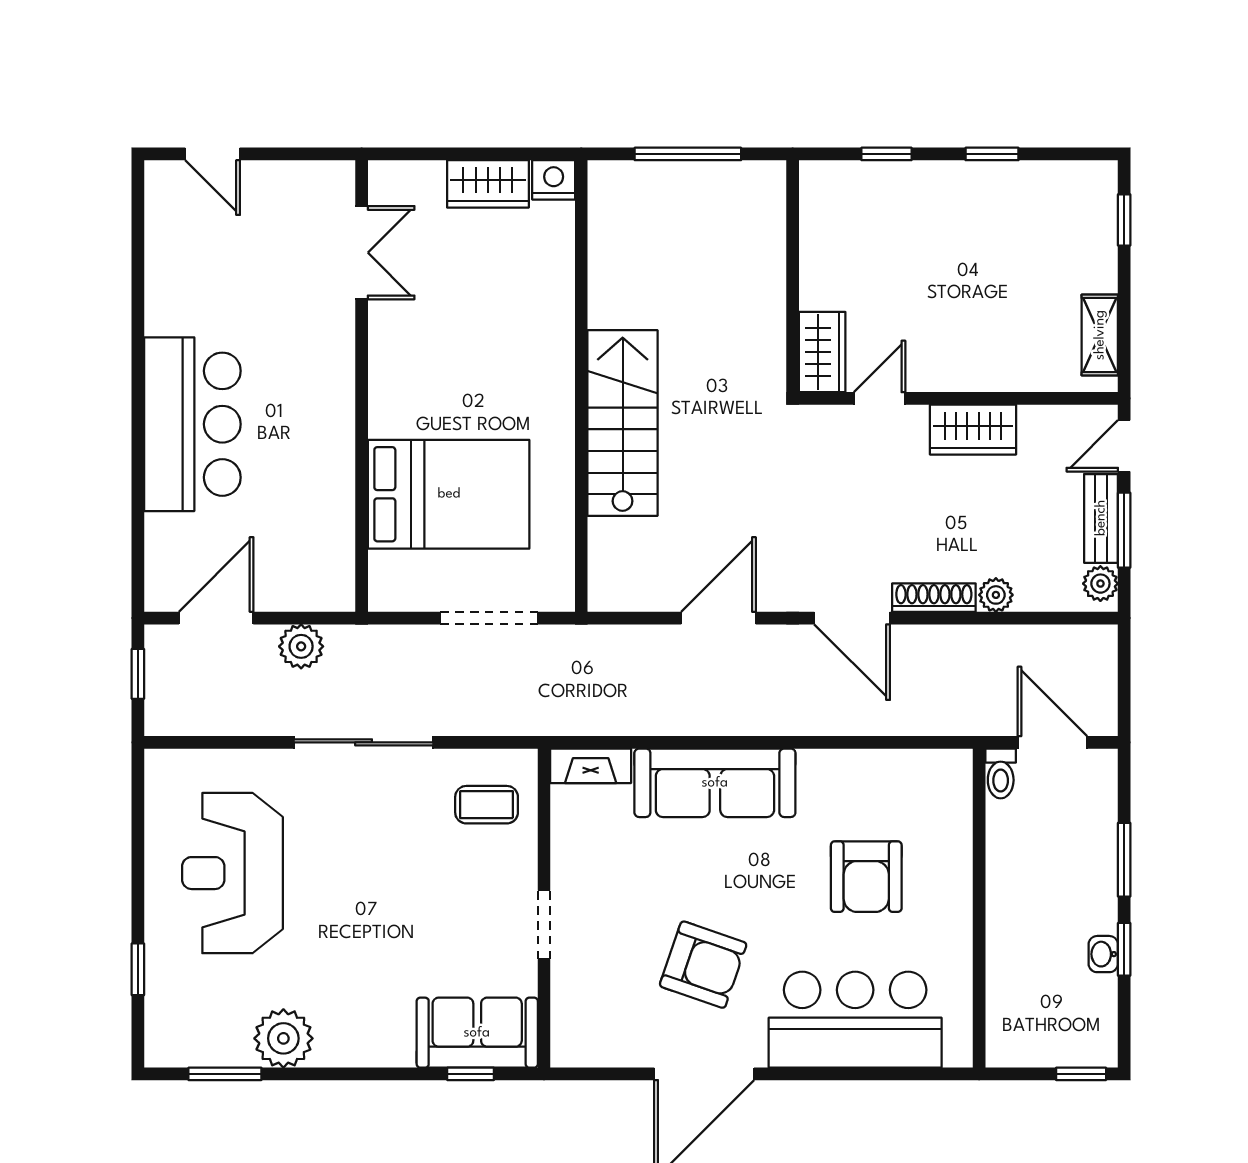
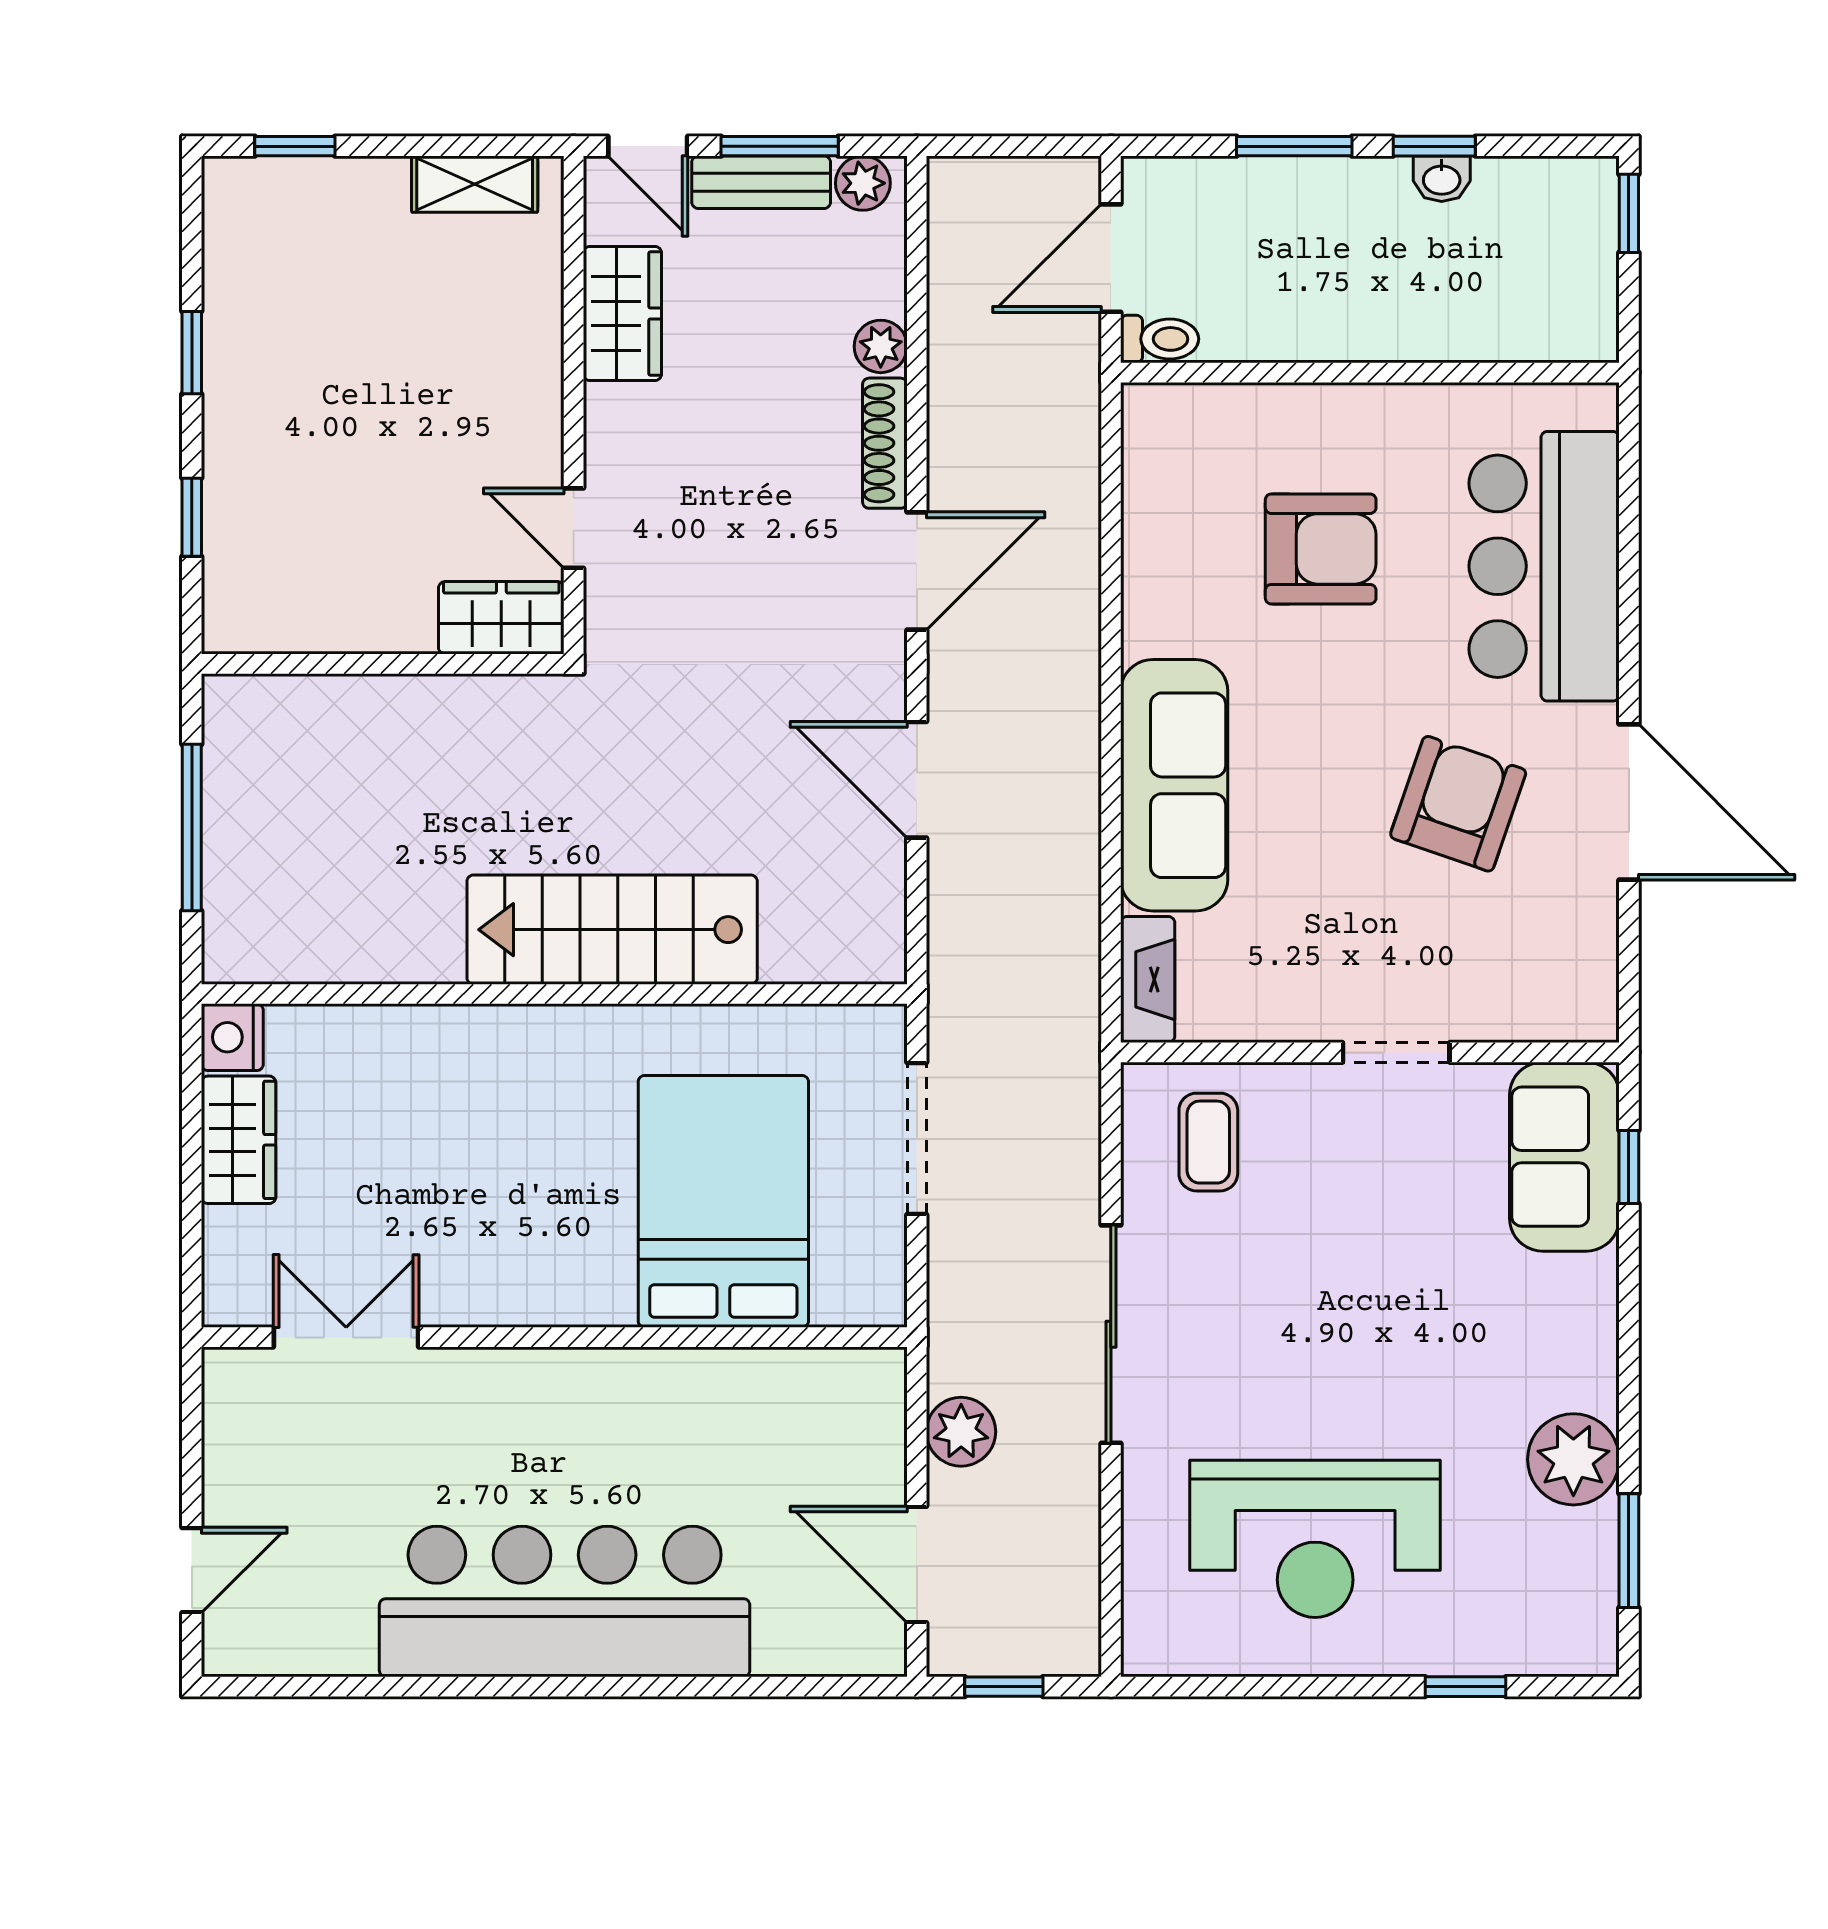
bar counter: (192, 424) -> (565, 1602), width x1.36
wardrobe: (973, 430) -> (622, 313), moved

